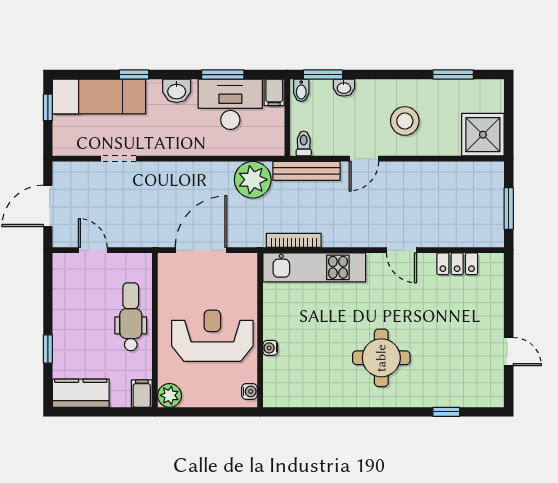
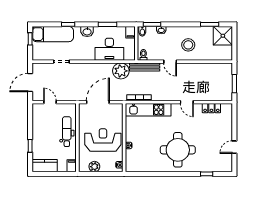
desk: (230, 104) -> (109, 49), moved, turned 180
shower: (483, 135) -> (223, 36), moved
door: (364, 159) -> (170, 62), hinge flipped
door: (509, 352) -> (234, 147), swing flipped
round table: (381, 358) -> (178, 150), width x1.36, depth x1.36
plant: (170, 395) -> (94, 167), moved

